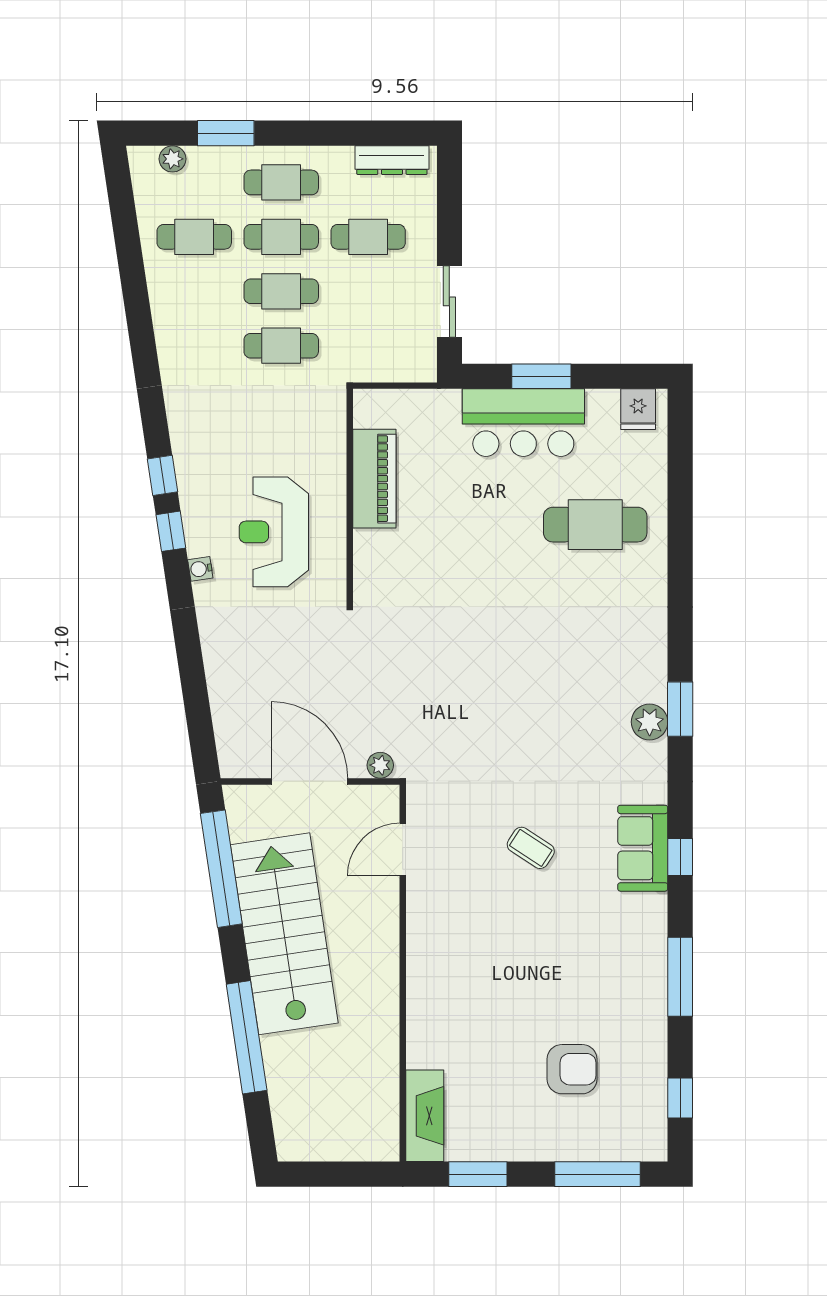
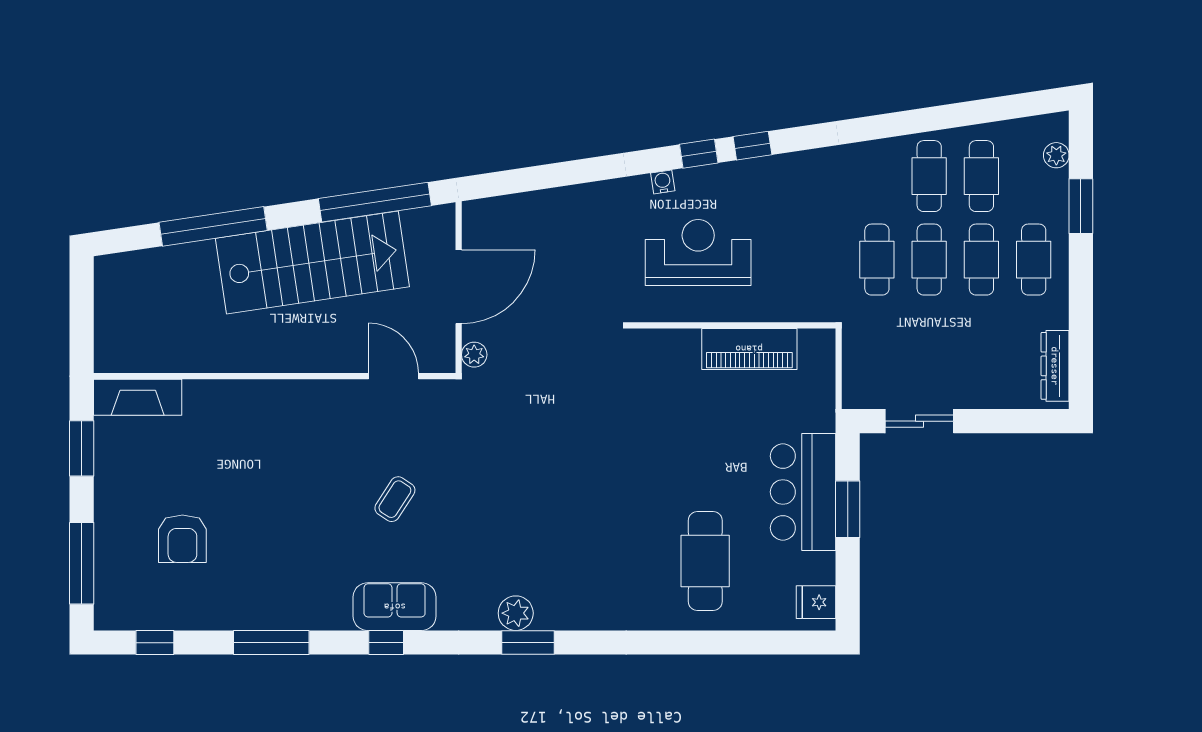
cafe table: (368, 237) -> (929, 176), moved

